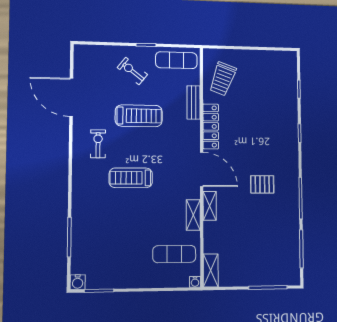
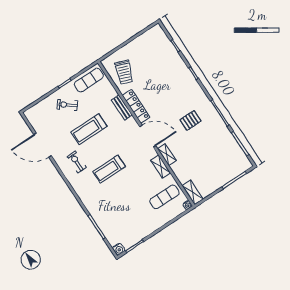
bench: (194, 102) -> (122, 107), moved
treadmill: (139, 116) -> (89, 129), turned 180

